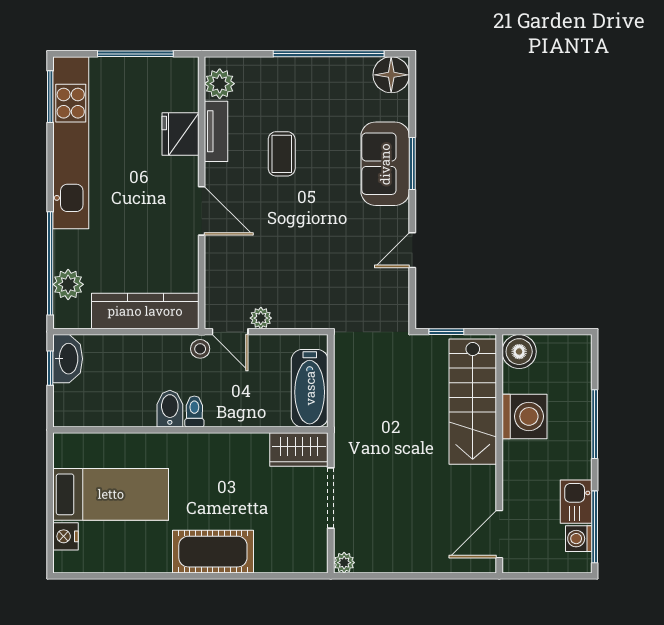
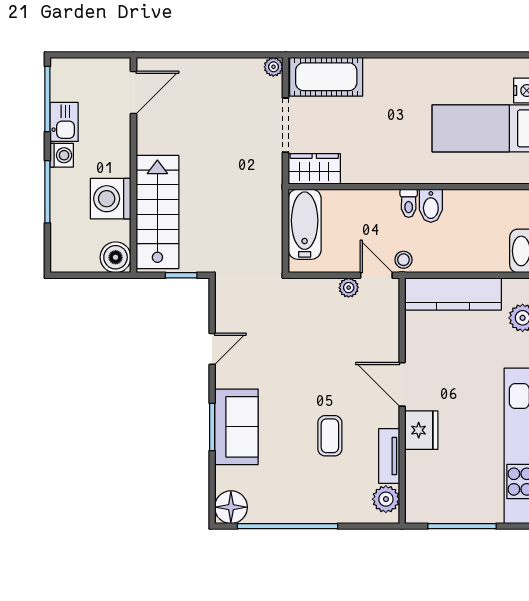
fridge: (180, 134) -> (421, 430), moved
washing machine: (579, 539) -> (62, 155), moved
cot: (213, 552) -> (326, 77), moved

